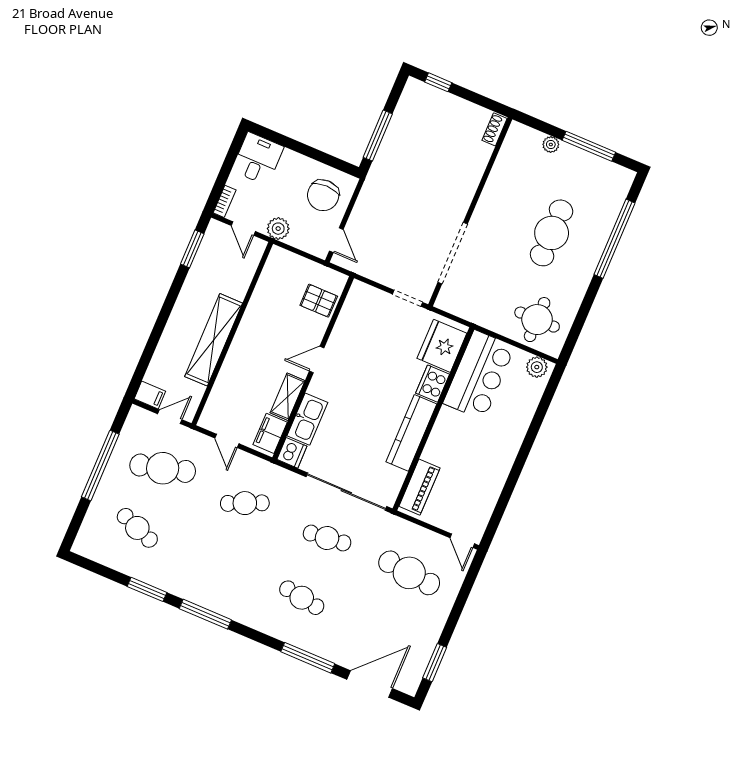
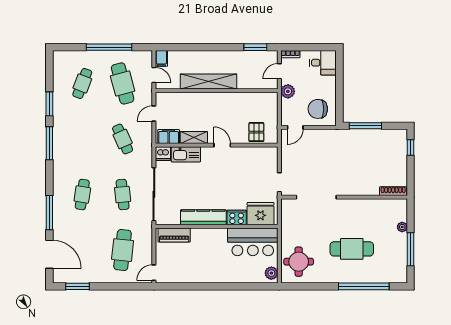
shoe rack: (495, 129) -> (393, 191), width x1.43

